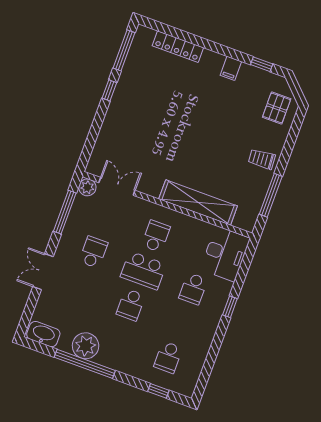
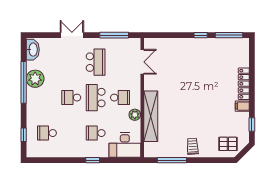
locker: (178, 47) -> (244, 84), moved
plant: (87, 187) -> (135, 115), moved
school desk: (93, 252) -> (96, 62), width x1.85

